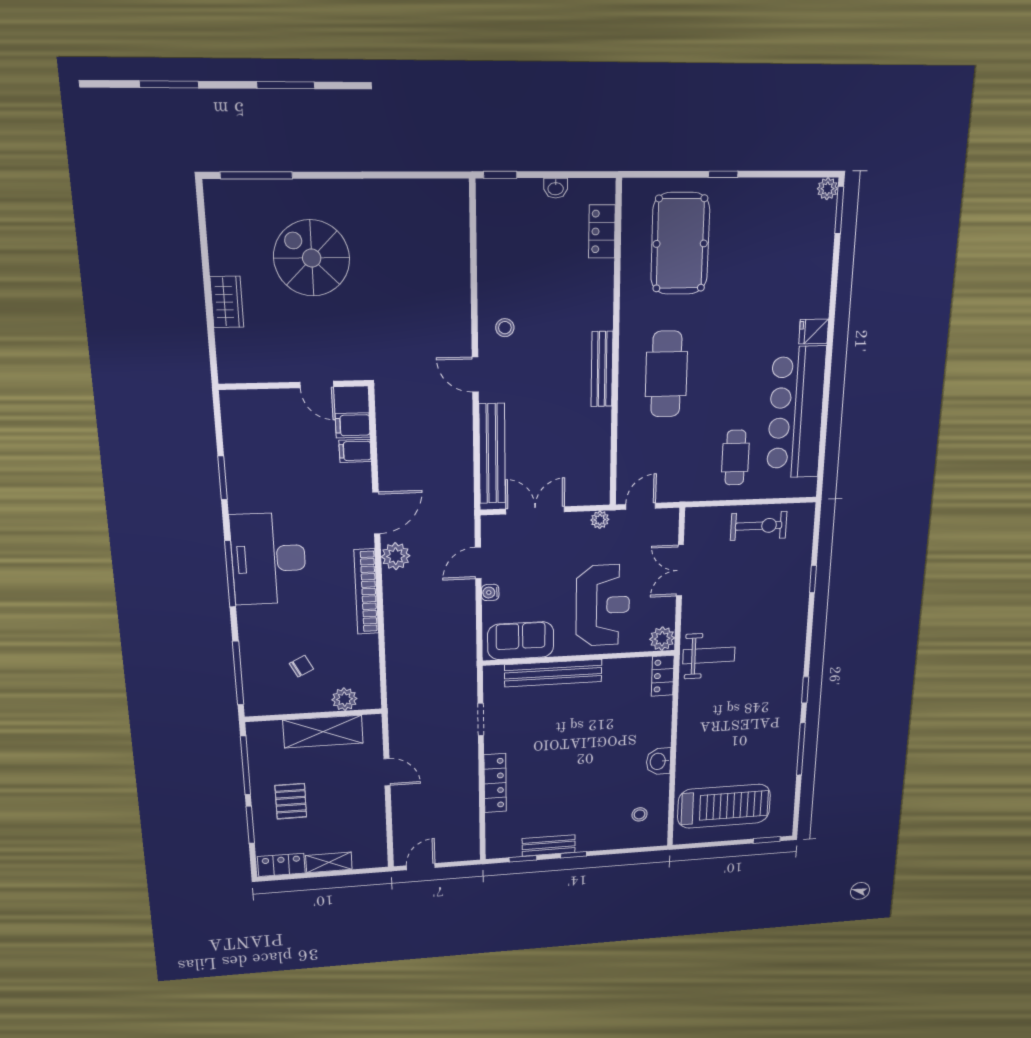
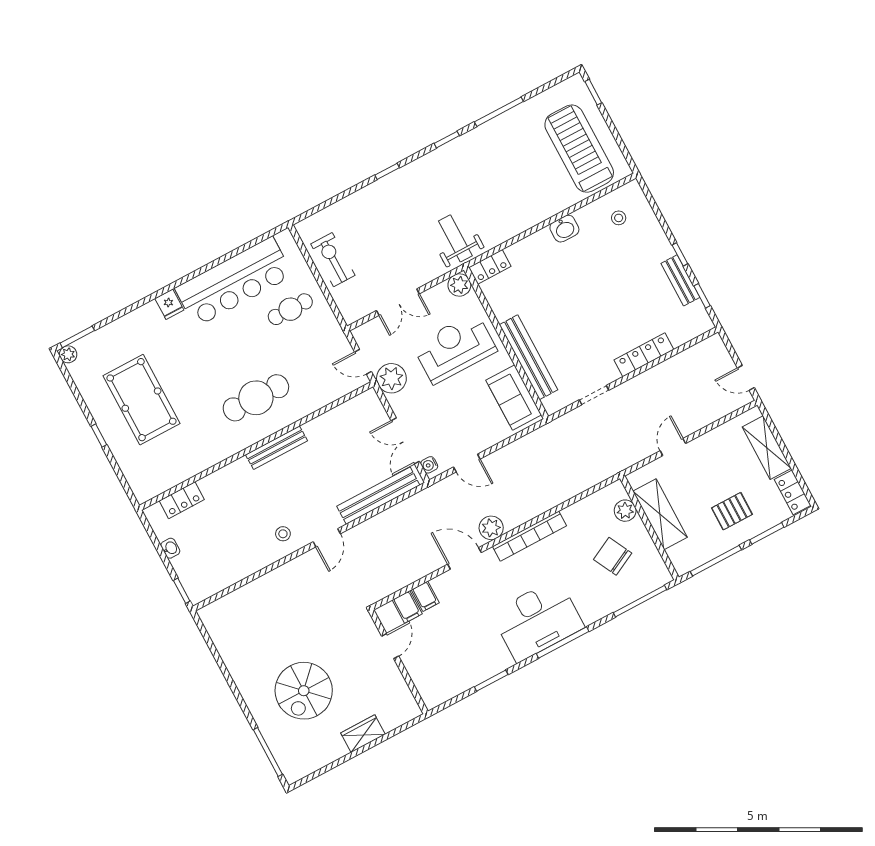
pool table: (680, 244) -> (141, 400), moved, turned 90
plant: (600, 520) -> (391, 378), width x1.88, depth x1.88
window: (813, 579) -> (387, 171), moved
water cooler: (490, 592) -> (429, 465), moved, turned 90
chair: (301, 666) -> (613, 556), width x1.87, depth x1.87
shelving: (329, 862) -> (767, 448), width x1.50, depth x1.33

